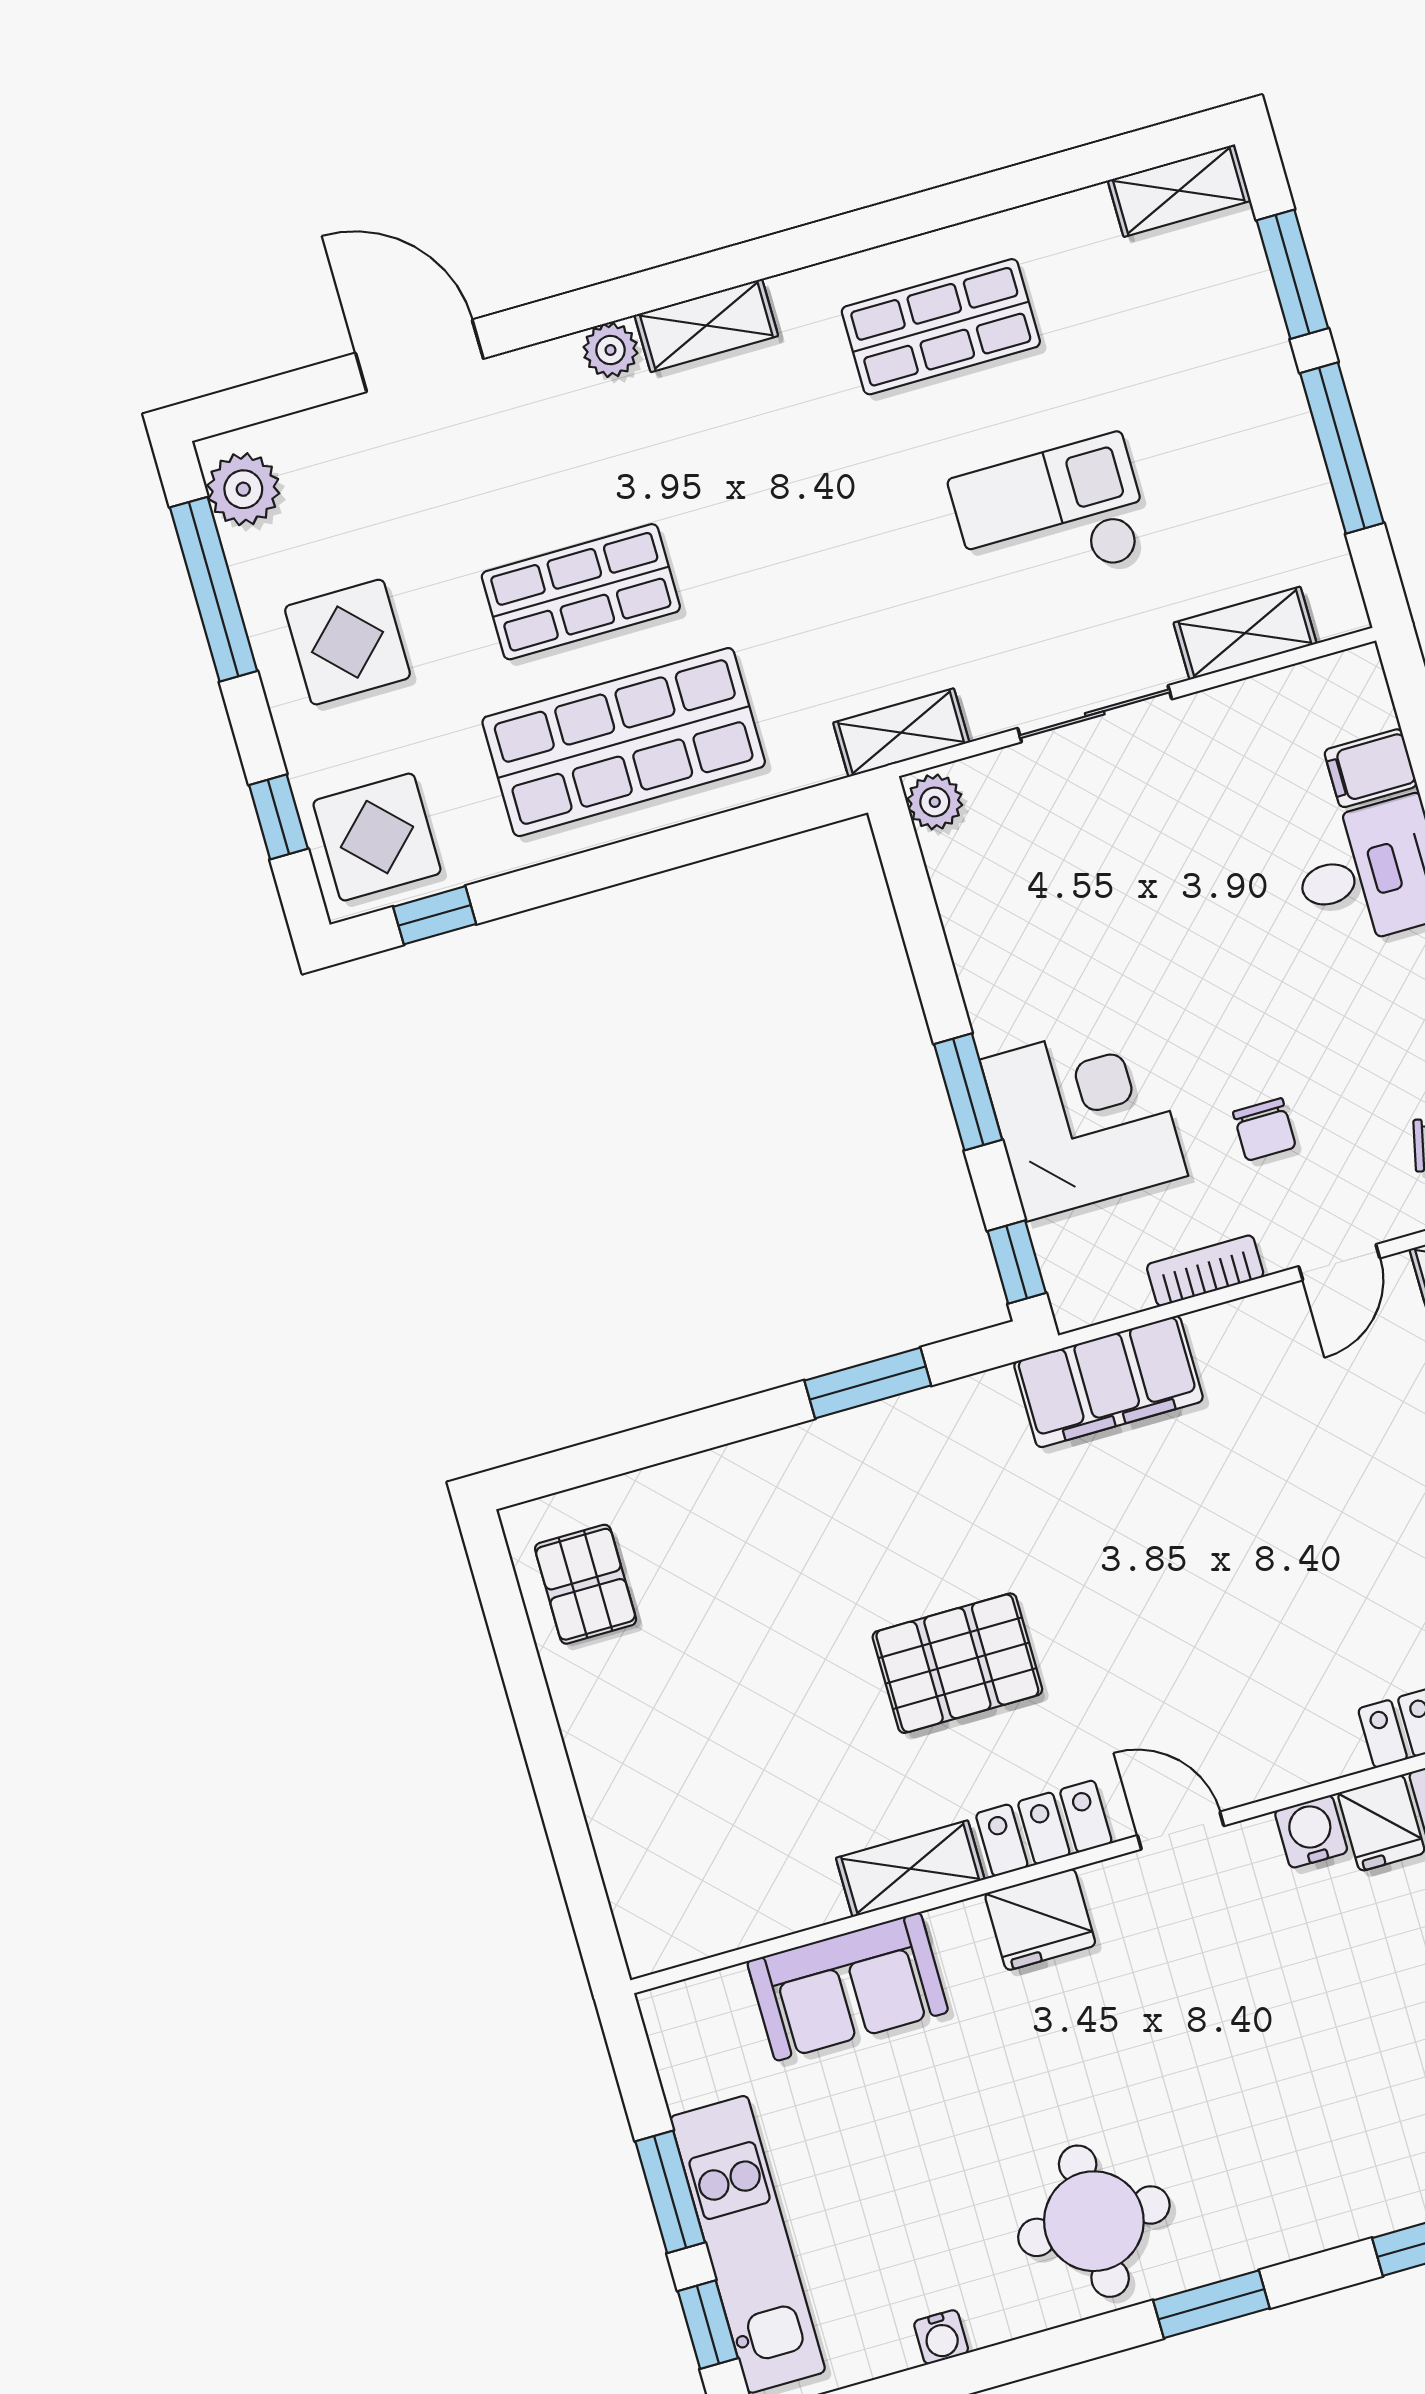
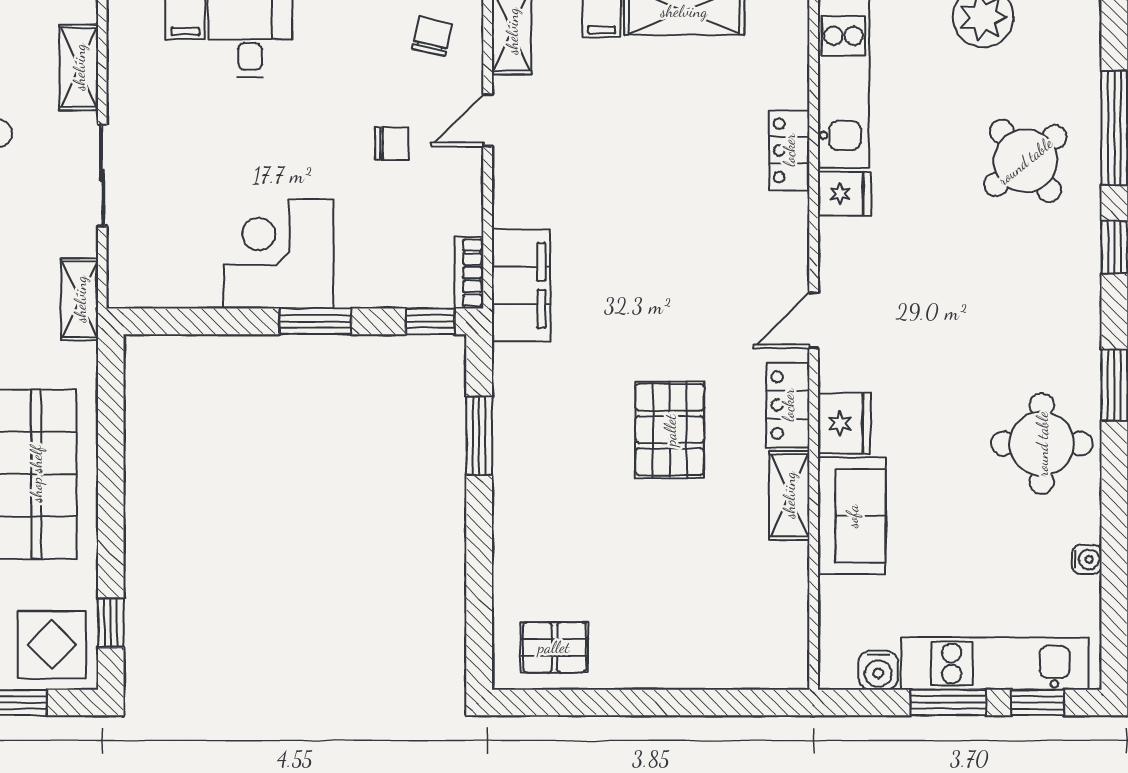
plant: (935, 802) -> (129, 291), removed
corner desk: (1084, 1118) -> (278, 254), moved
door: (1339, 1262) -> (488, 120), swing flipped
bookcase: (1205, 1271) -> (469, 273), moved
water cooler: (1311, 1832) -> (878, 670), moved, turned -90
sofa: (848, 1987) -> (852, 516), moved

